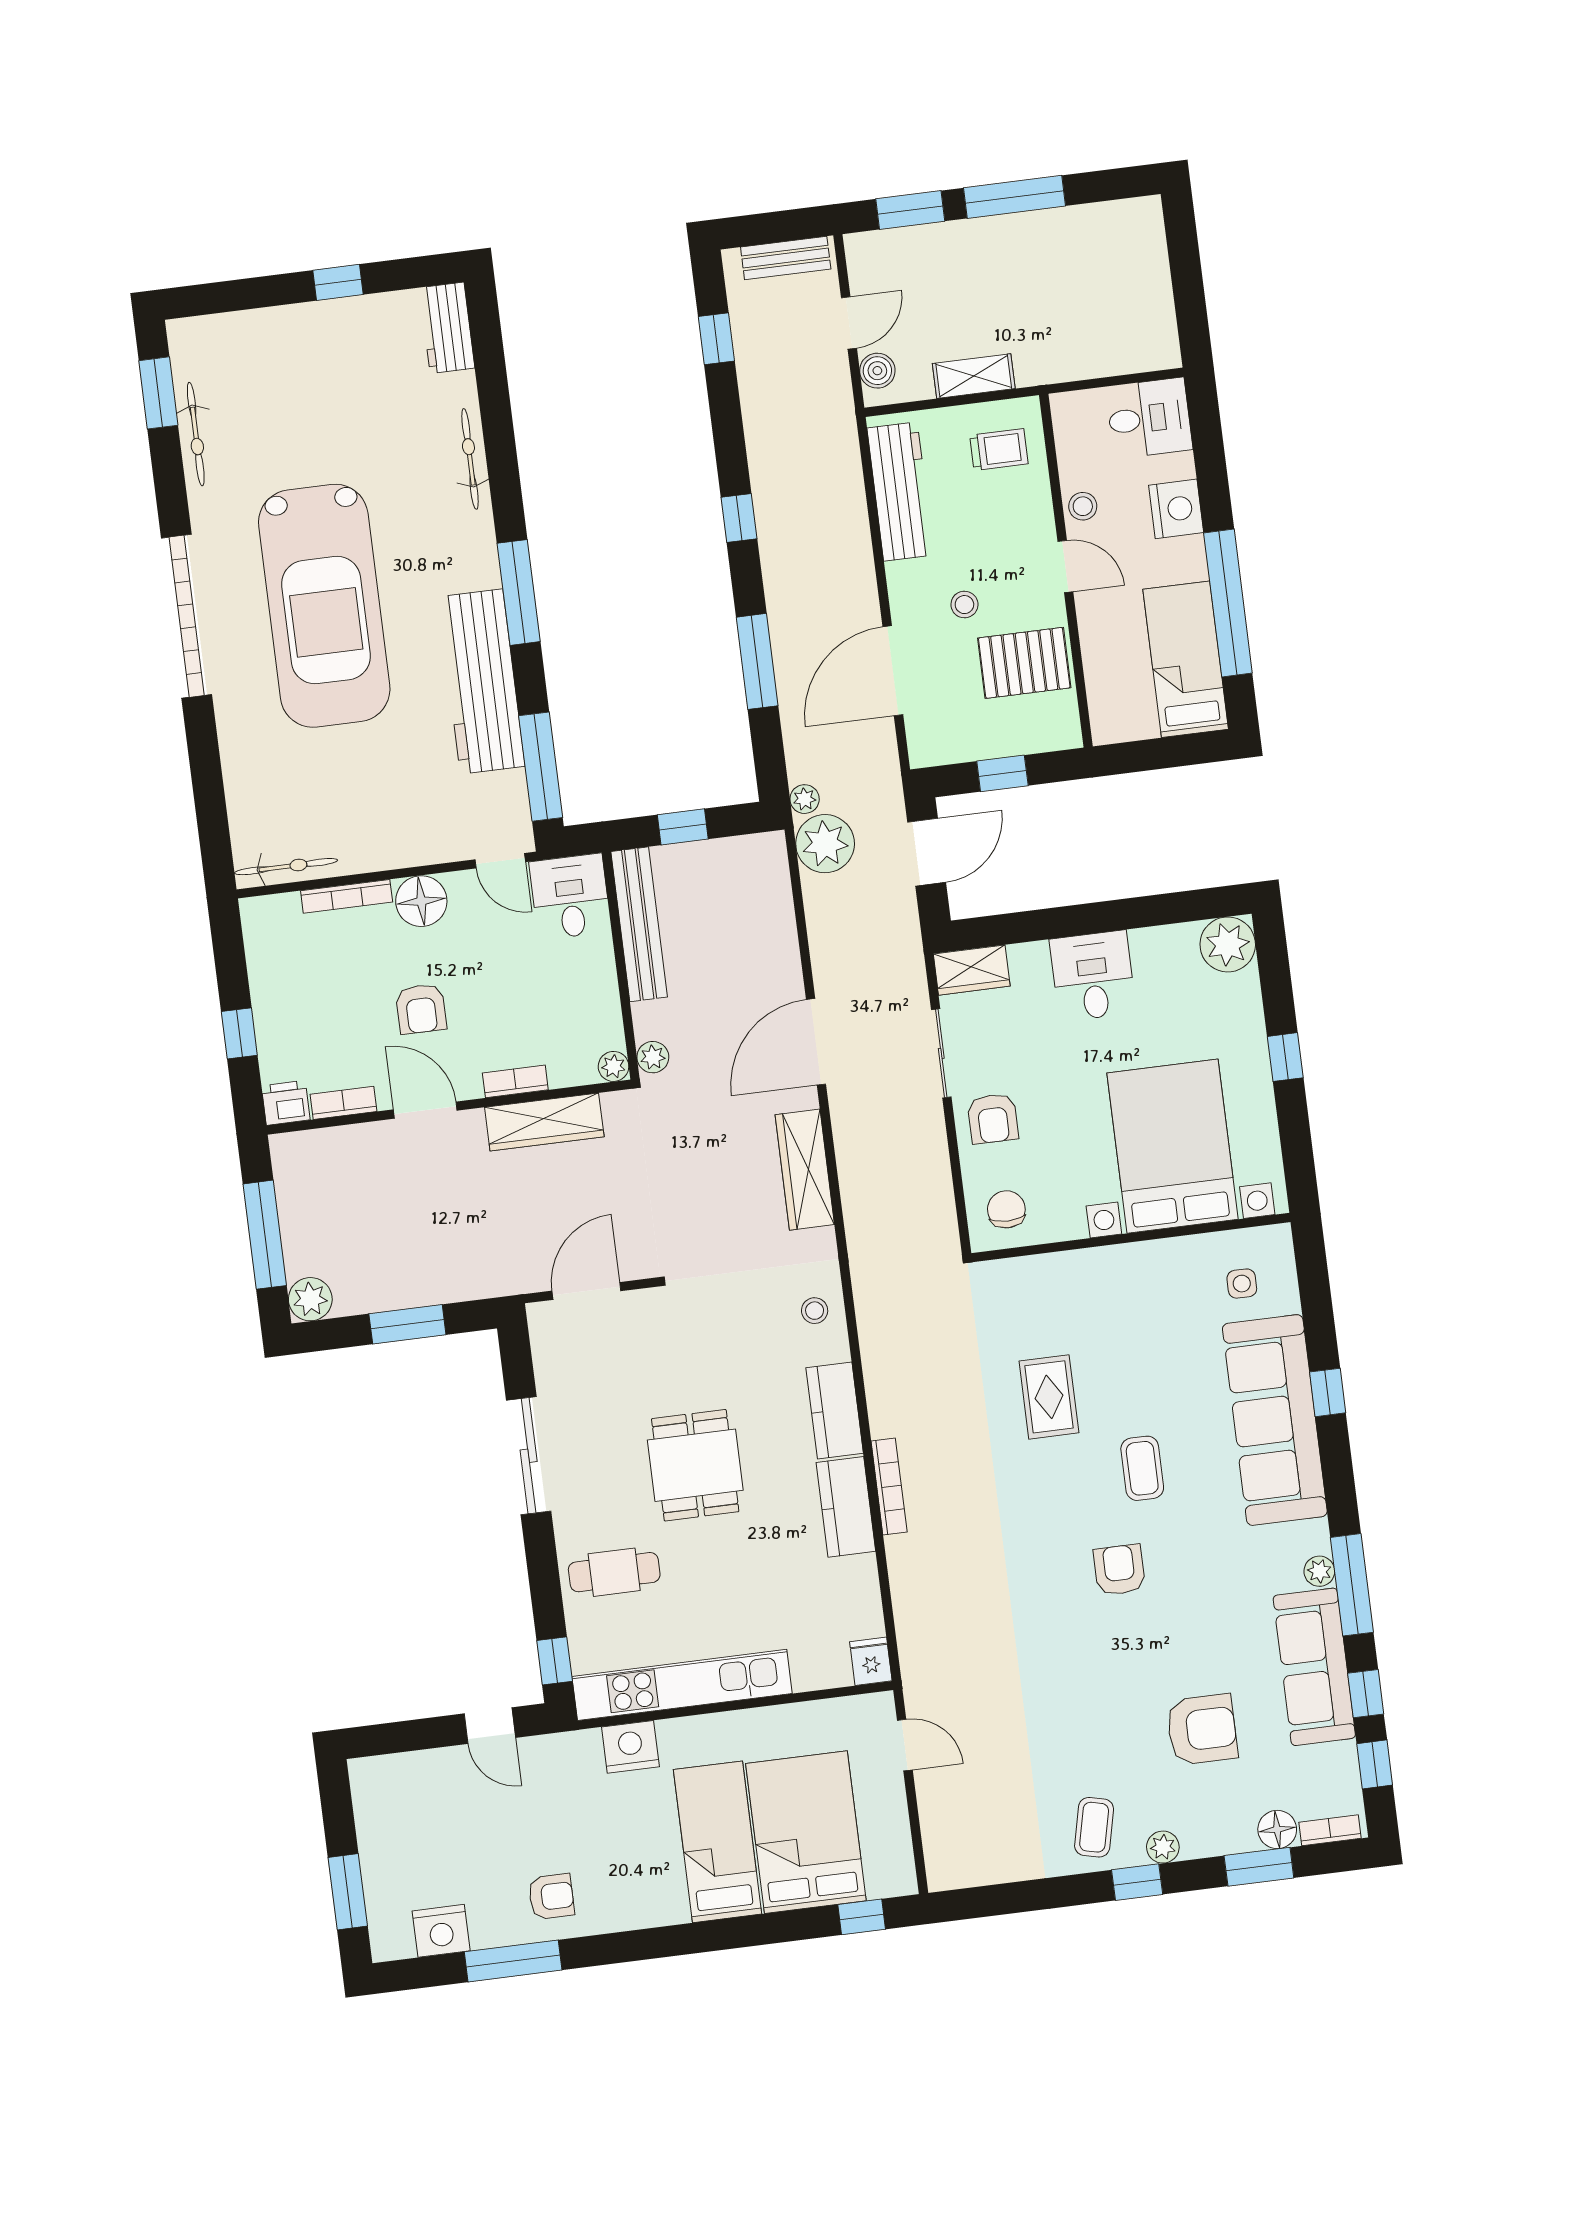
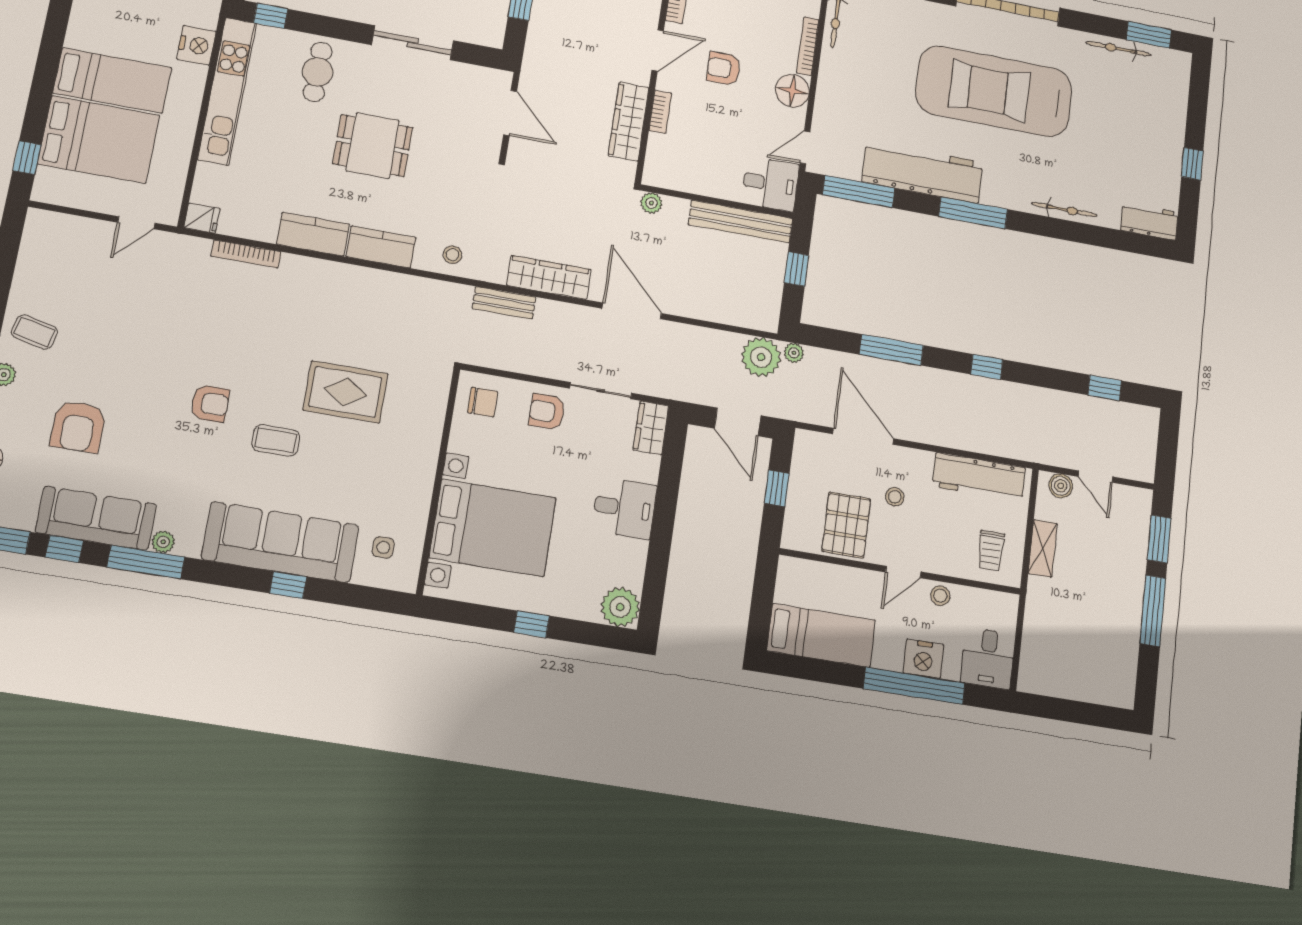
bench: (786, 258) -> (504, 303), moved, turned 90
window: (1228, 603) -> (914, 686), moved
plant: (614, 1066) -> (652, 176), removed
rug: (1049, 1397) -> (345, 392), width x1.36, depth x1.43
bookcase: (889, 1487) -> (246, 254), moved

